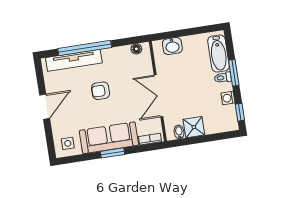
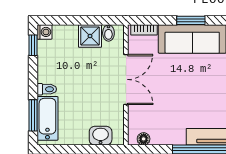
window: (234, 73) -> (33, 115), moved
armchair: (101, 91) -> (193, 96), removed
washing machine: (228, 98) -> (44, 32), moved

